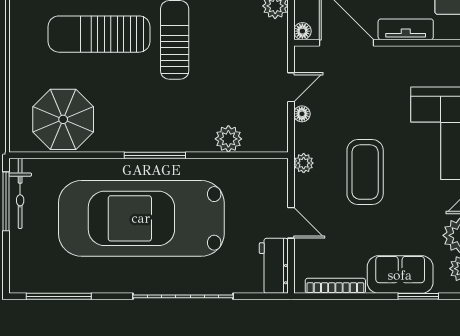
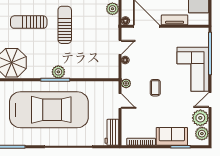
sun lounger: (99, 34) -> (29, 22), width x0.73, depth x0.75
plant: (228, 139) -> (58, 72), moved
coffee table: (365, 172) -> (155, 88), width x0.54, depth x0.58
car: (141, 218) -> (49, 110), turned 180
door: (291, 223) -> (120, 101), moved

